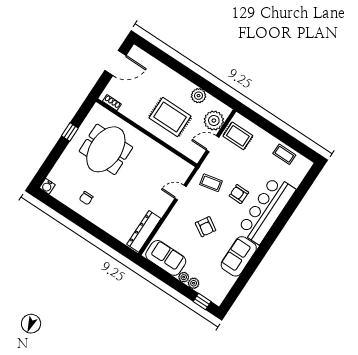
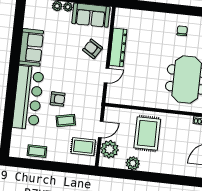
rug: (170, 117) -> (147, 133), turned 90
coffee table: (211, 183) -> (66, 121), moved
armchair: (206, 227) -> (93, 49), moved
dresser: (144, 231) -> (118, 47), moved

